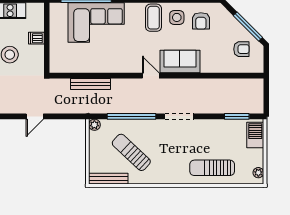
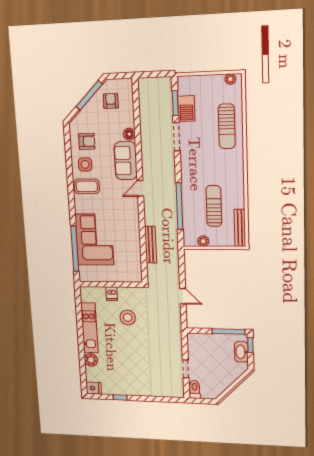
floor lamp: (207, 67) -> (129, 134), added
doorway: (179, 116) -> (177, 137), moved
plant: (94, 125) -> (203, 241), moved
barbecue: (255, 135) -> (186, 109), moved, turned -90
sun lounger: (131, 152) -> (214, 206), turned 137

